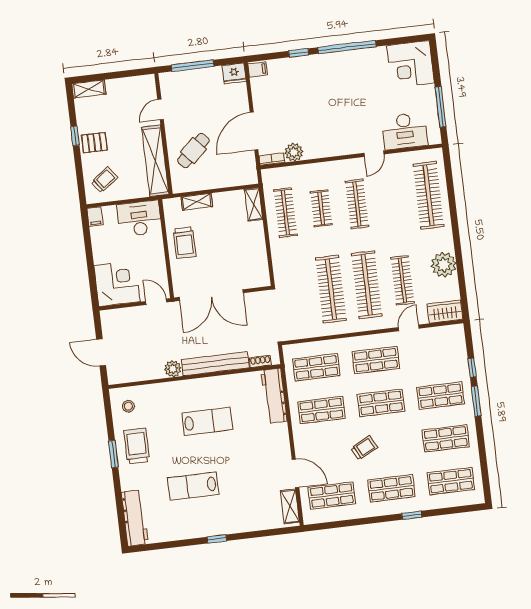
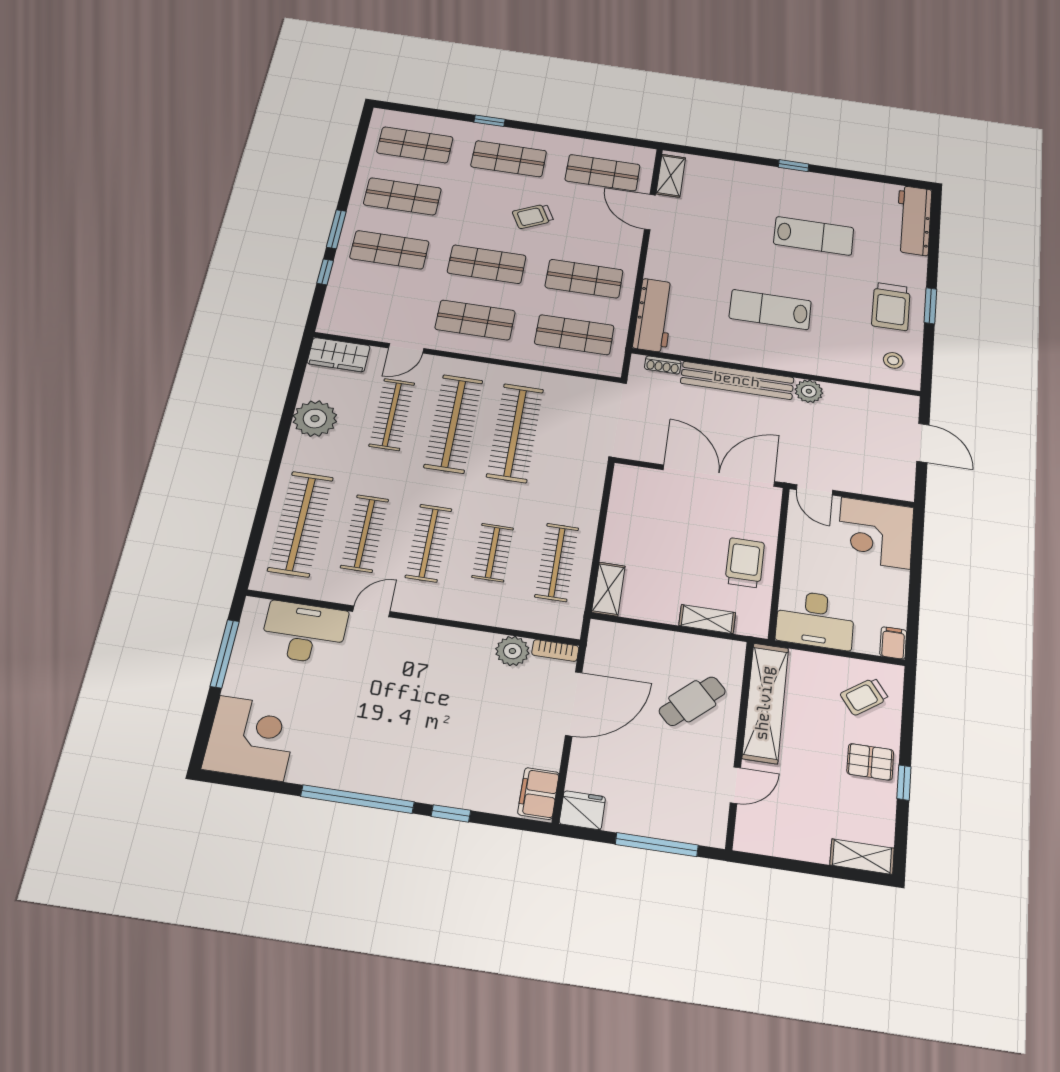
filing cabinet: (258, 69) -> (538, 793), width x2.00
clothes rail: (393, 200) -> (365, 533), added

